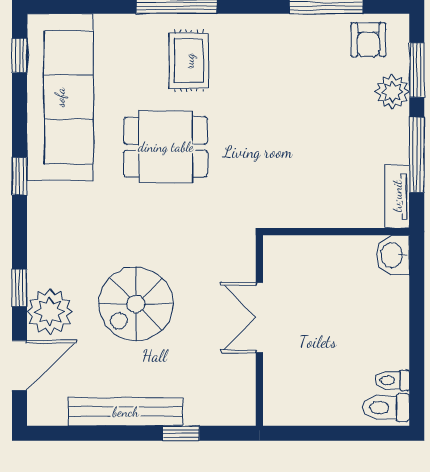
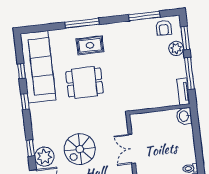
window: (19, 56) -> (21, 71), moved
rug: (189, 61) -> (90, 45), turned 90

